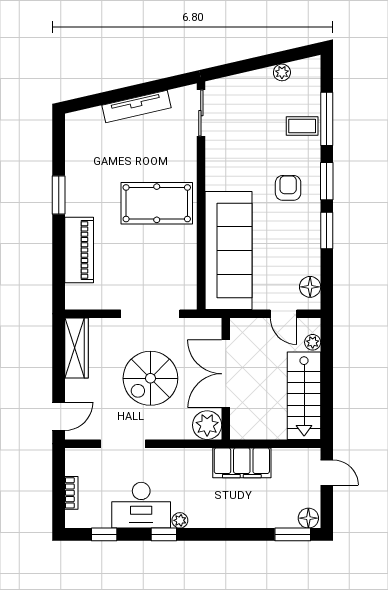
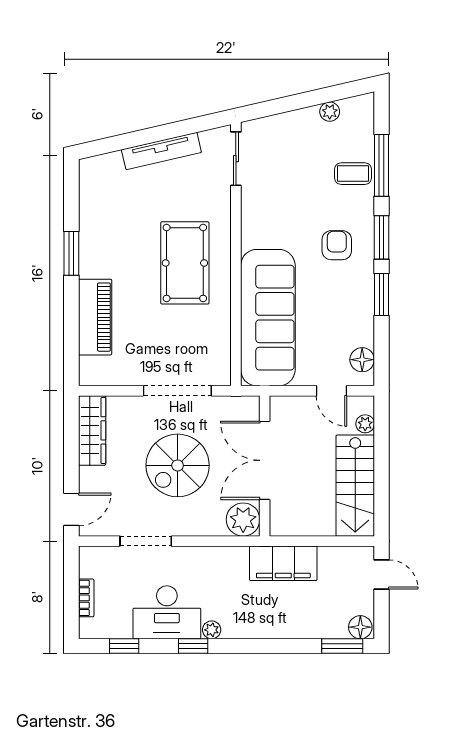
pool table: (157, 203) -> (185, 263), turned 90

